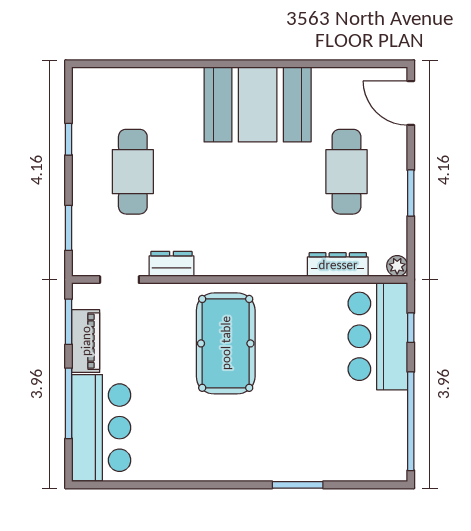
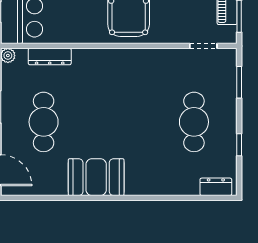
booth: (258, 104) -> (96, 177), width x0.73, depth x0.70
dresser: (171, 264) -> (216, 187), moved, turned 180

